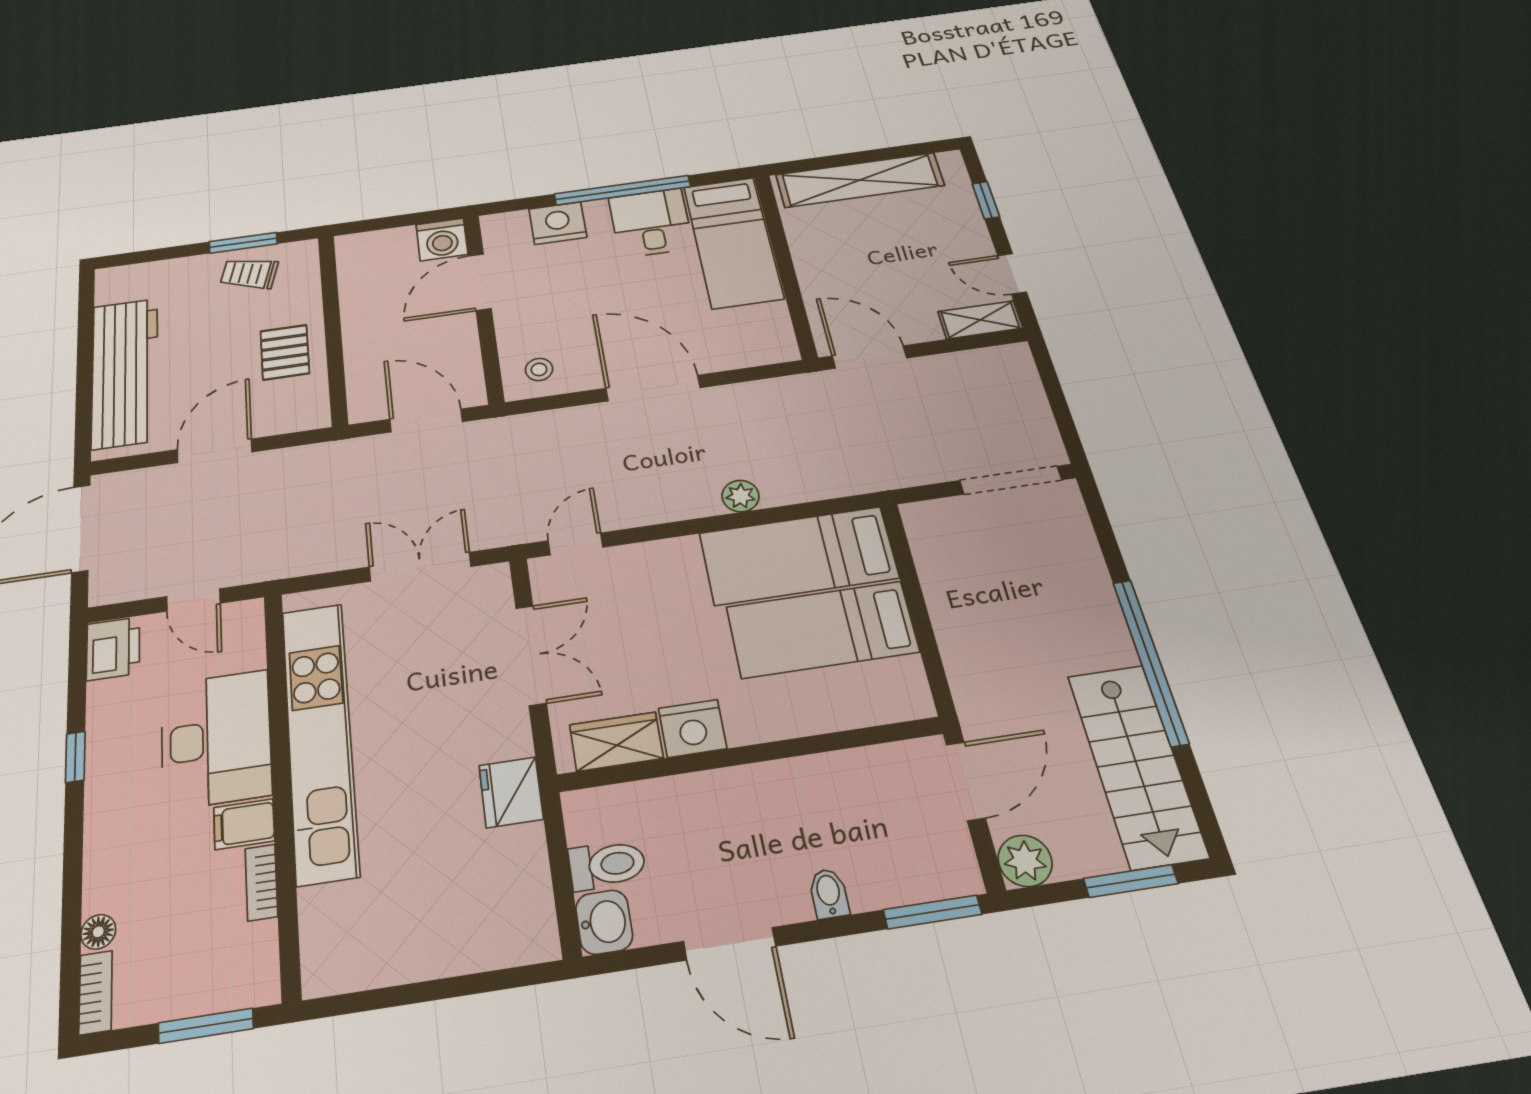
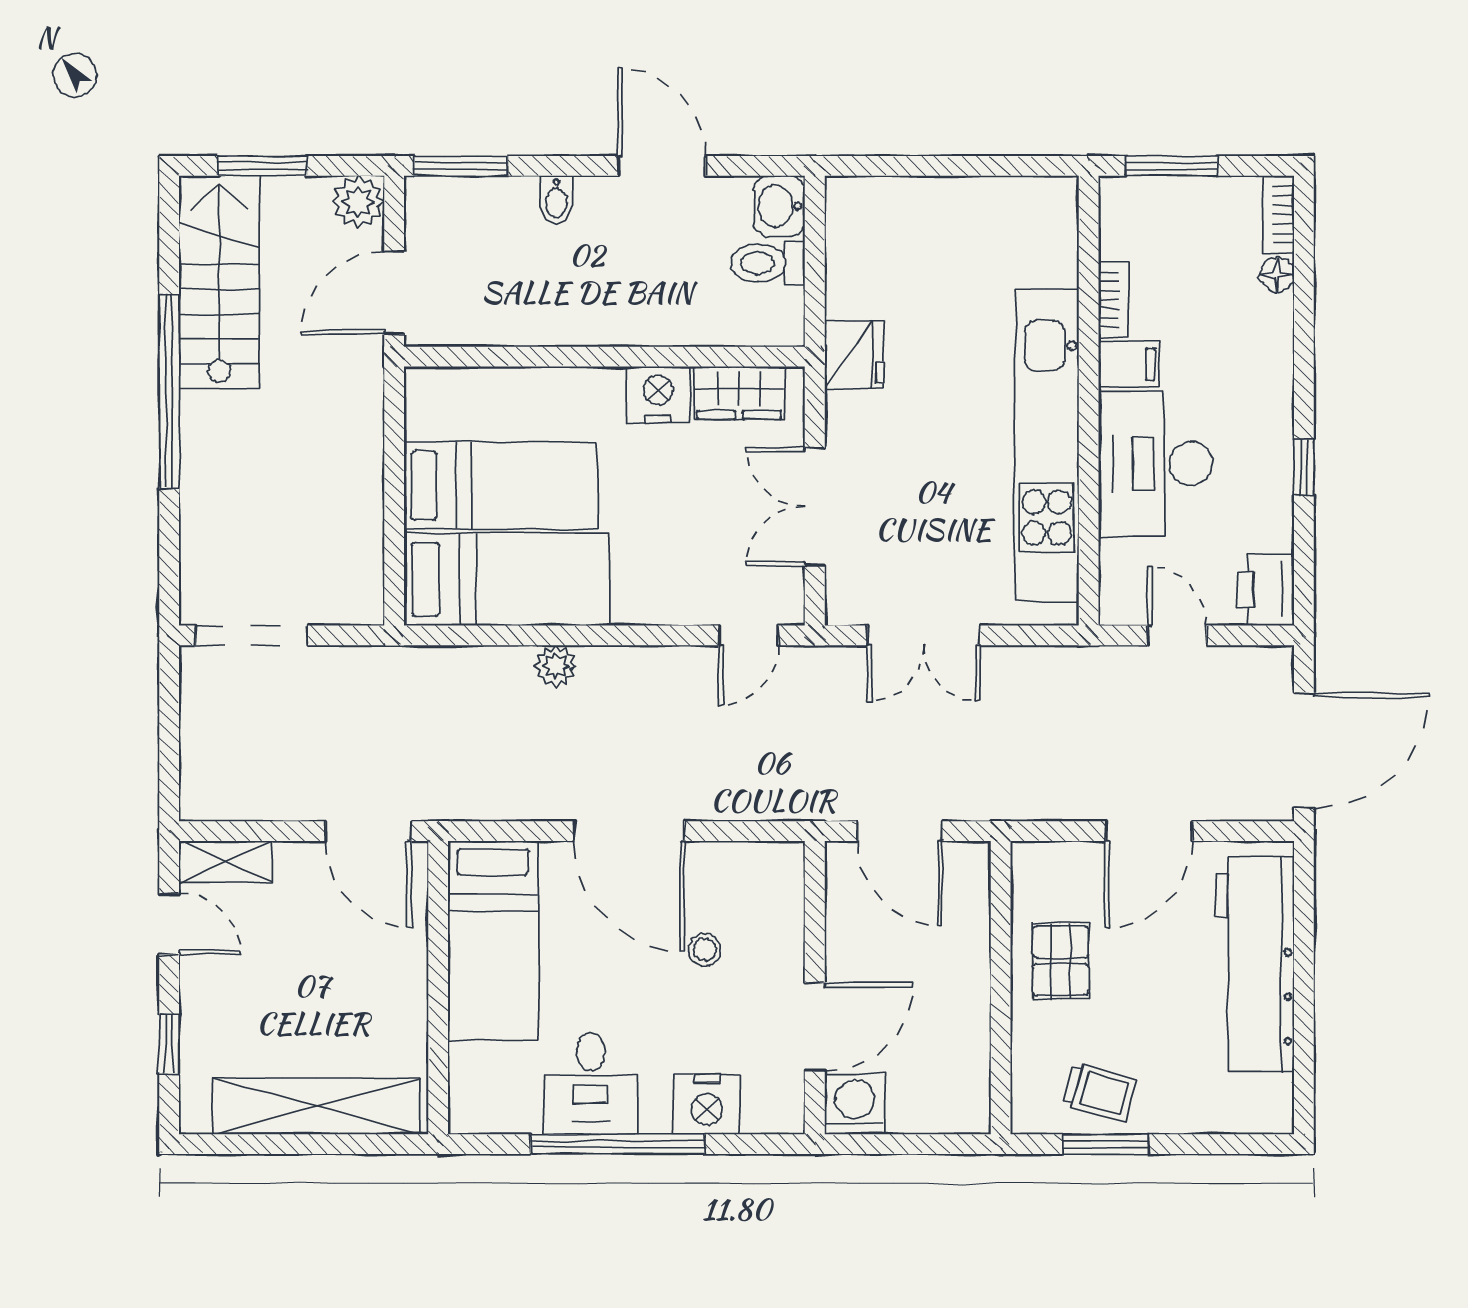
bed: (733, 242) -> (493, 941), moved, turned 180
stool: (539, 369) -> (705, 950), moved

